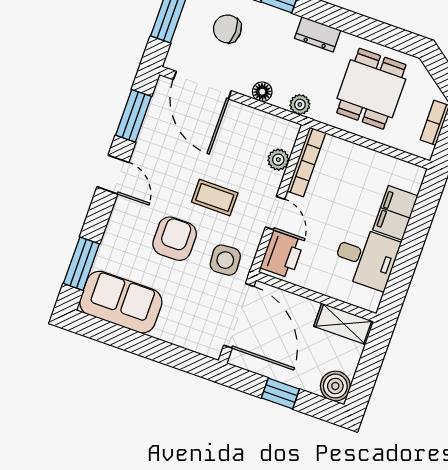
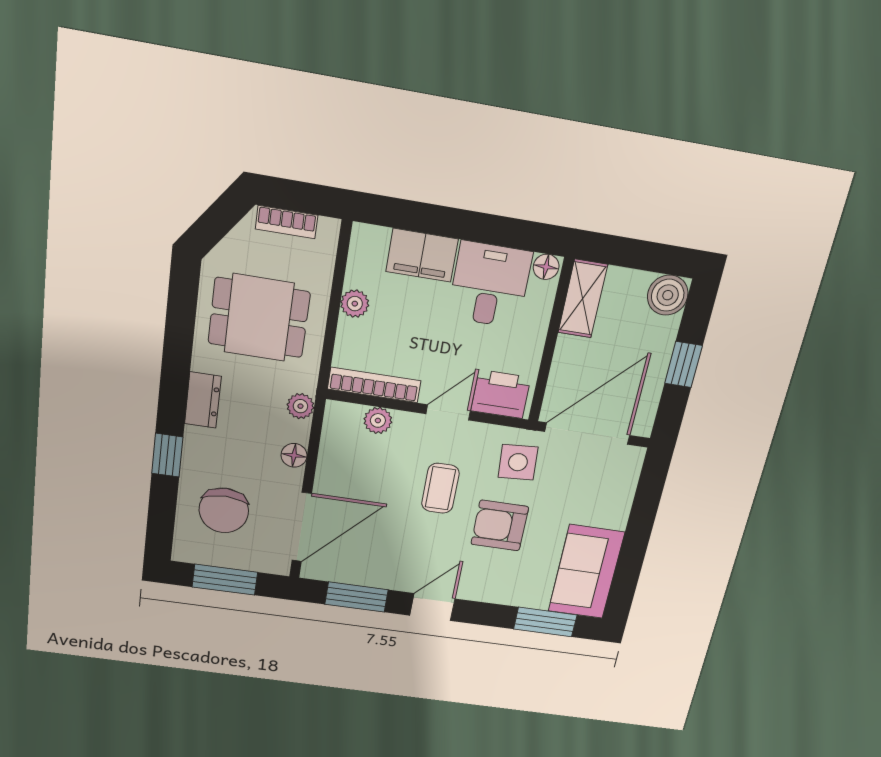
chair: (227, 29) -> (224, 510), width x1.37, depth x1.37
plant: (369, 159) -> (355, 304), added
floor lamp: (372, 300) -> (546, 267), added

